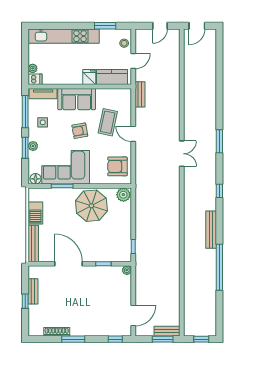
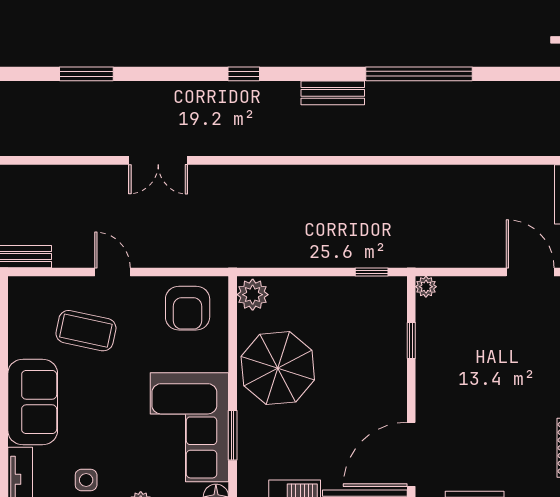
armchair: (80, 131) -> (105, 395), removed
door: (133, 134) -> (113, 272), swing flipped
window: (219, 141) -> (86, 74), moved
double door: (182, 154) -> (158, 160), swing flipped
bench: (211, 230) -> (333, 93), width x0.73
door: (69, 264) -> (411, 454), moved

